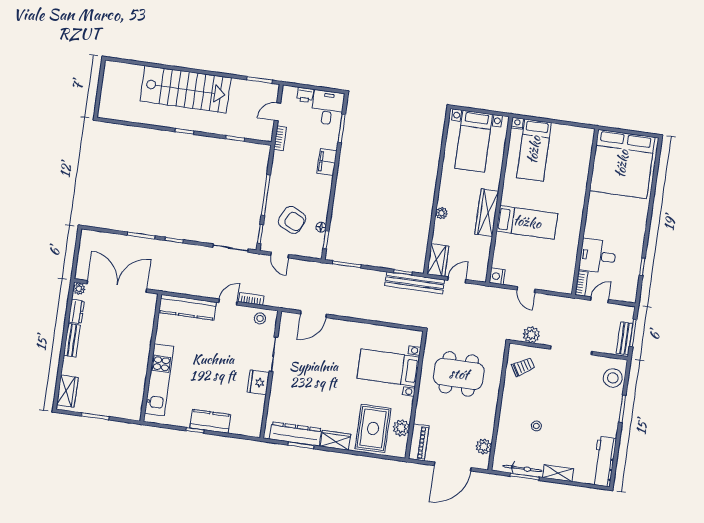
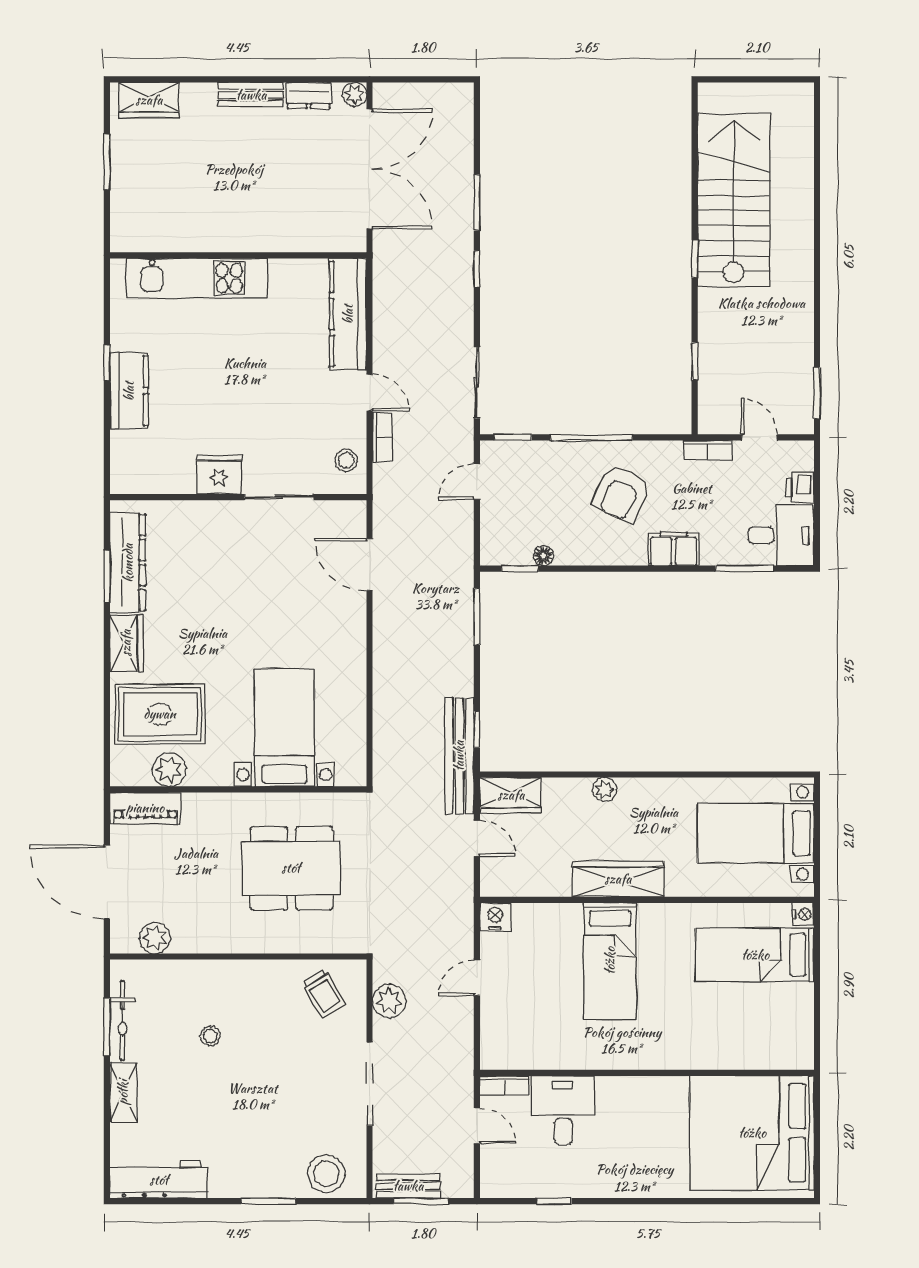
stairs: (186, 89) -> (734, 200), moved, turned 180
armchair: (292, 220) -> (621, 494), moved
dining table: (459, 374) -> (291, 868), turned 90

